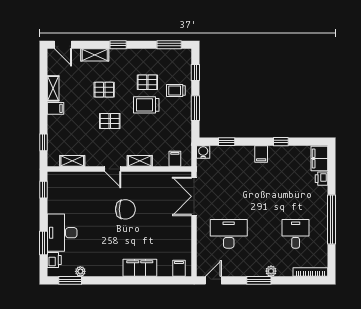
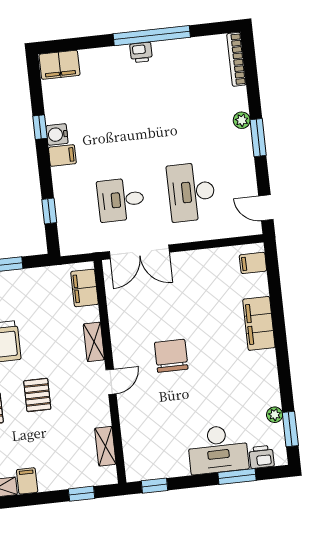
water cooler: (203, 152) -> (57, 134), moved
filing cabinet: (175, 159) -> (85, 288), width x2.00
printer: (322, 179) -> (141, 52), moved
desk: (296, 234) -> (121, 200), moved

